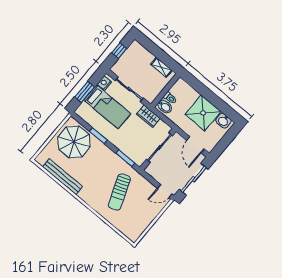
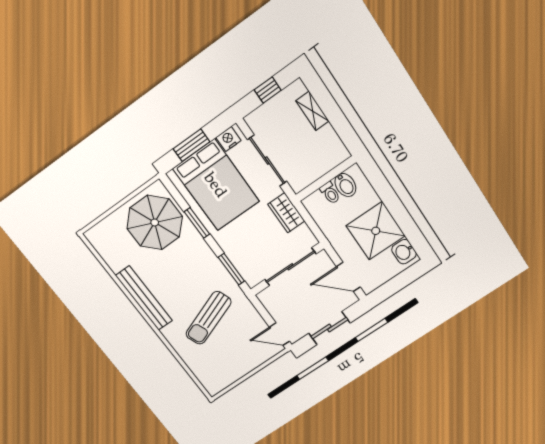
shelving: (161, 67) -> (312, 111), moved
bidet: (165, 106) -> (345, 185), moved
bed: (107, 107) -> (216, 185), width x1.50
door: (195, 145) -> (348, 277), hinge flipped
bench: (63, 177) -> (144, 298), moved
sliding door: (194, 179) -> (329, 328), width x0.73

